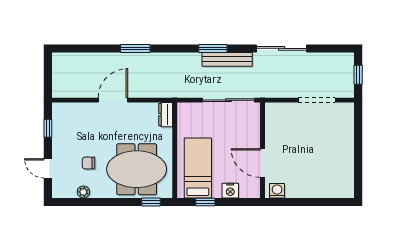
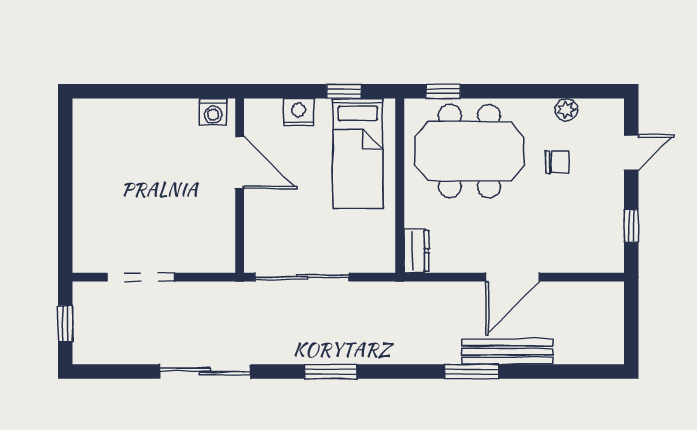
bench: (227, 59) -> (507, 352), moved
door: (48, 168) -> (631, 153), hinge flipped

